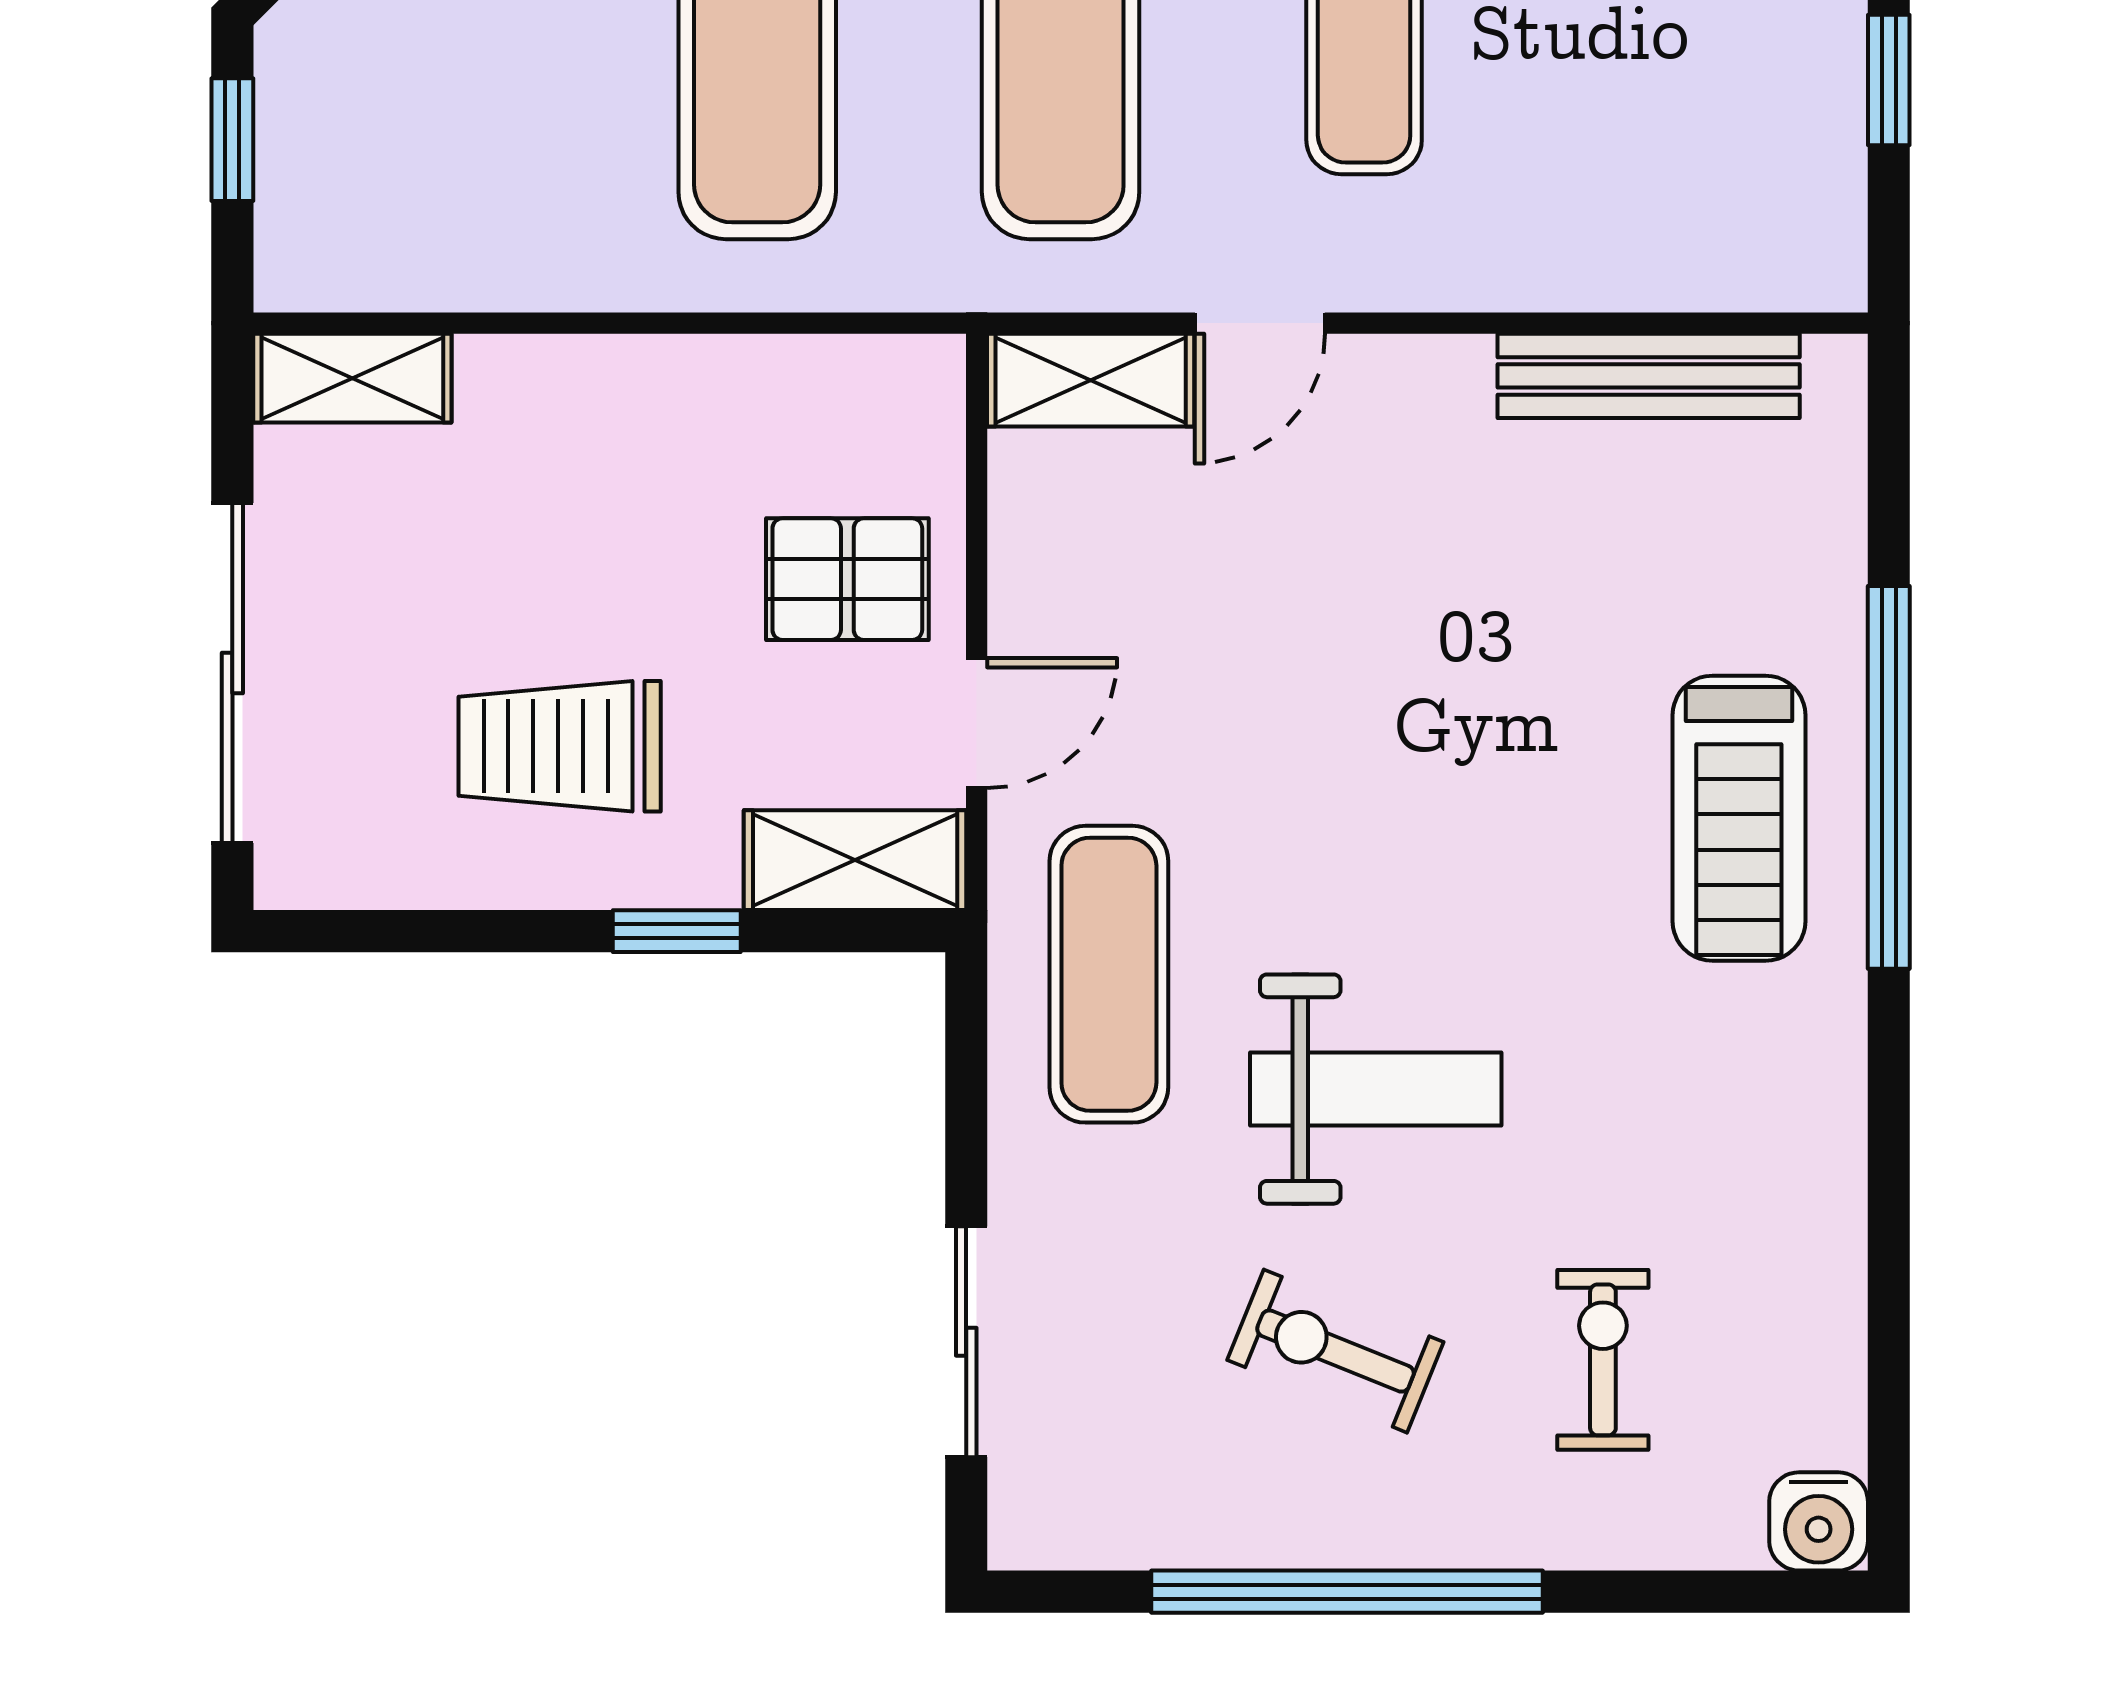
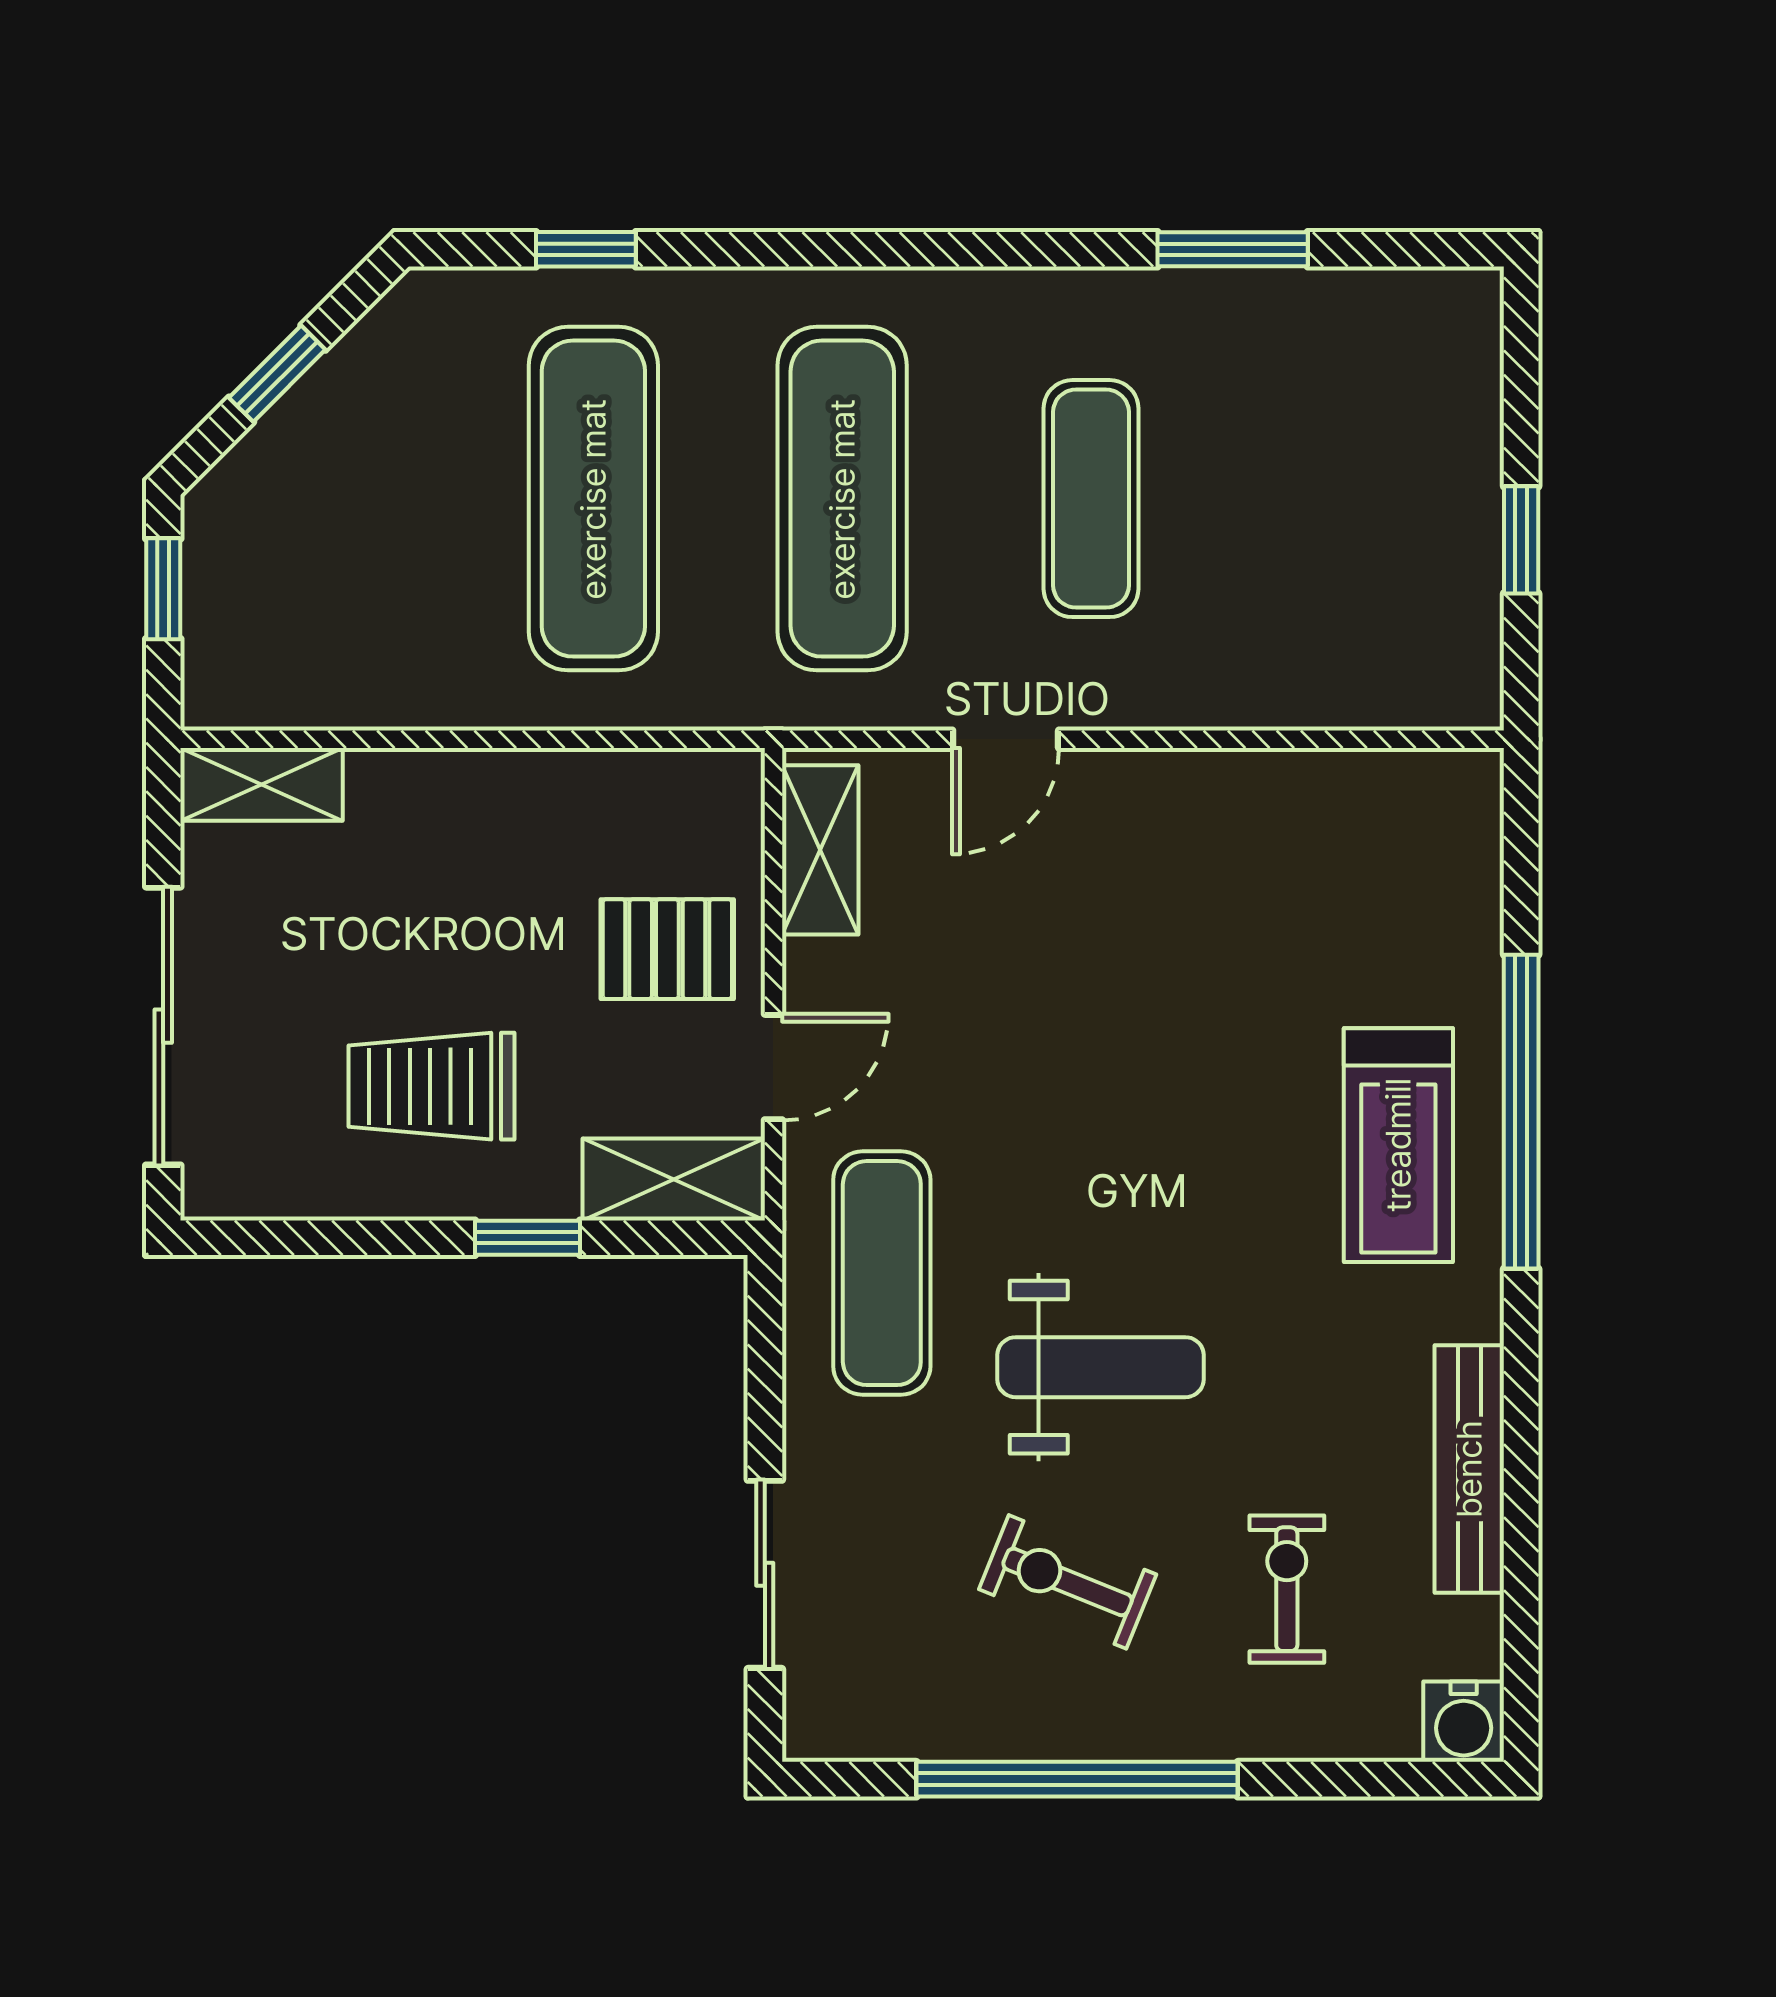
bench: (1649, 376) -> (1469, 1469), moved, turned 90
shelving: (1091, 380) -> (820, 850), moved, turned 90

